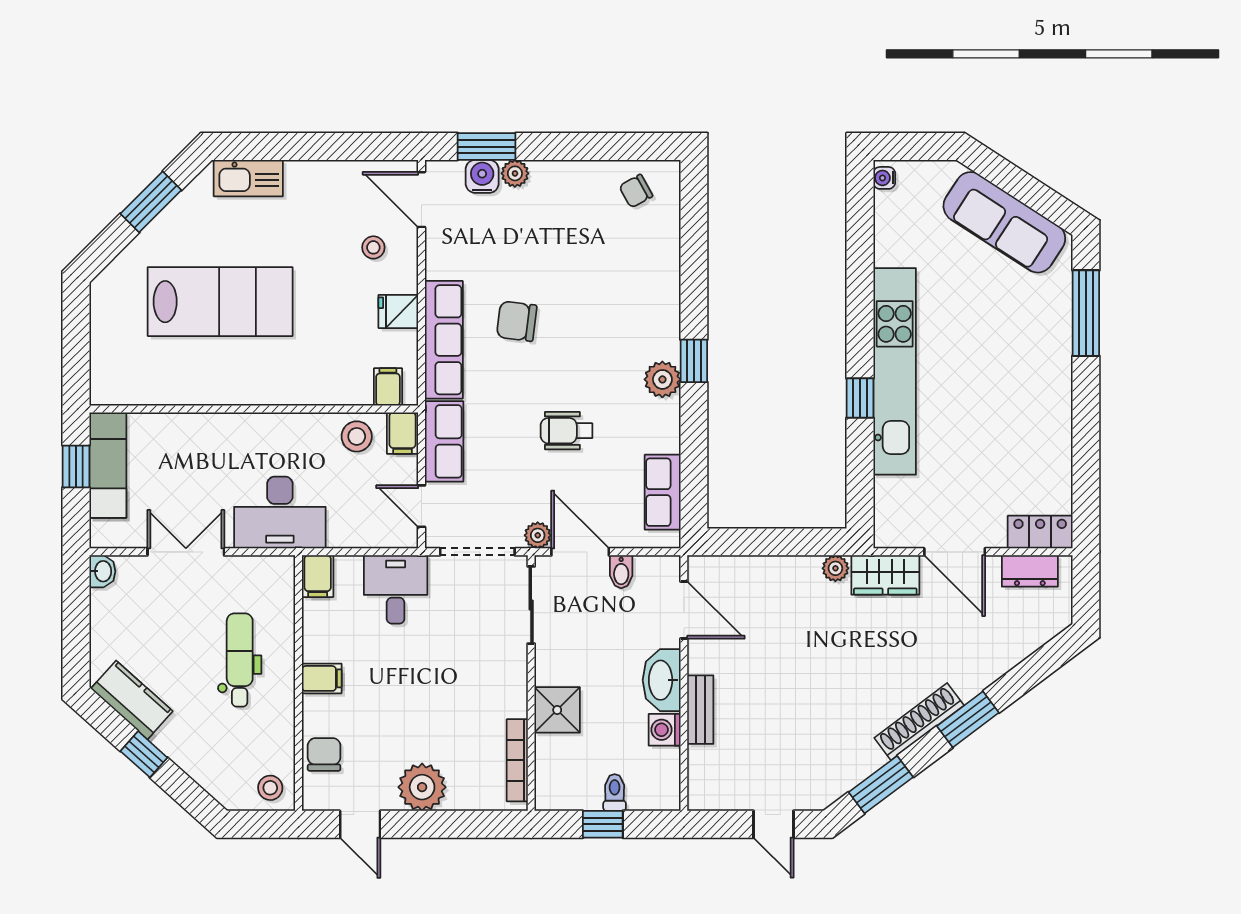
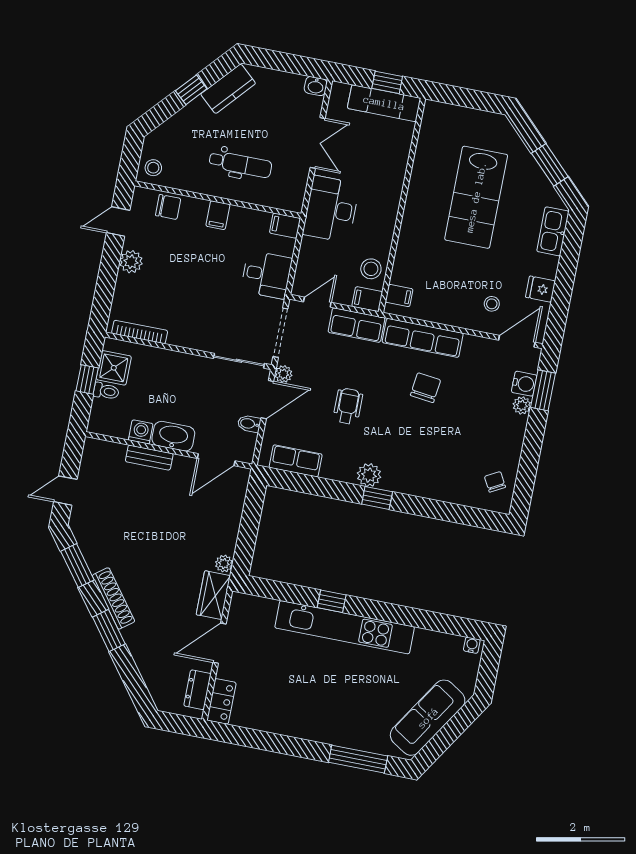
fridge: (398, 311) -> (540, 289), moved, turned -90
shower: (557, 710) -> (114, 368), moved
plant: (422, 787) -> (131, 262), width x0.73, depth x0.73

